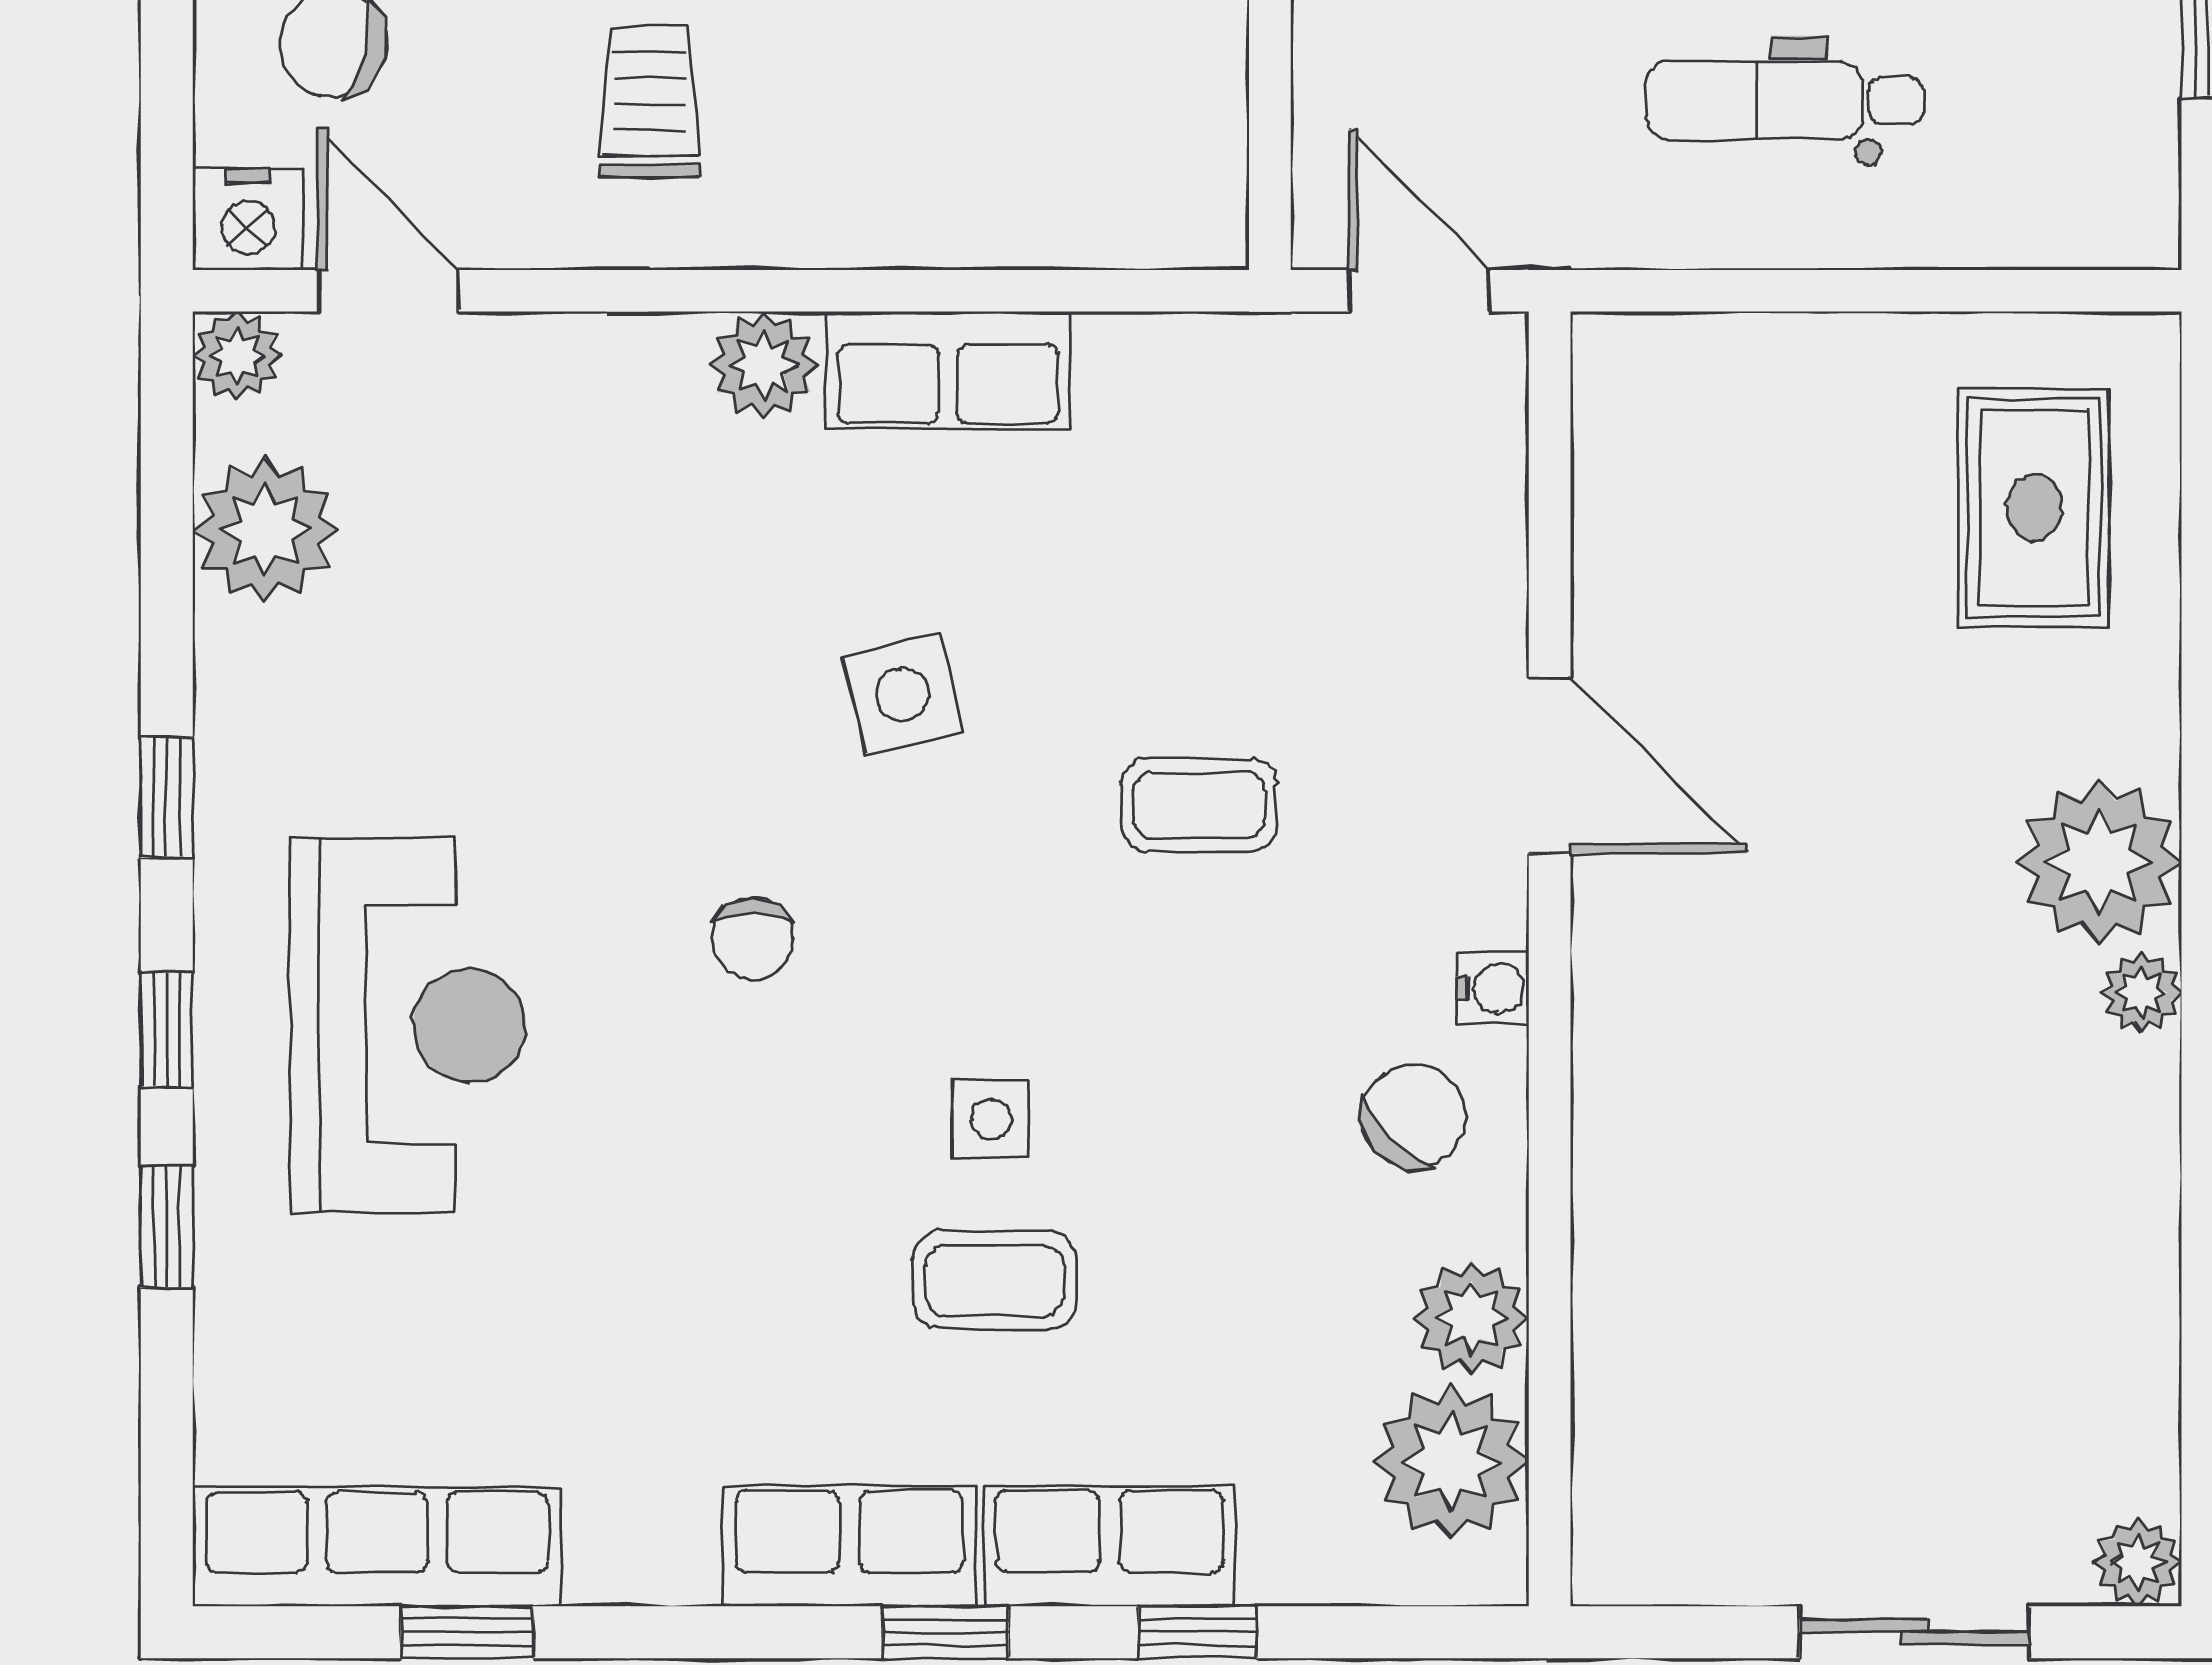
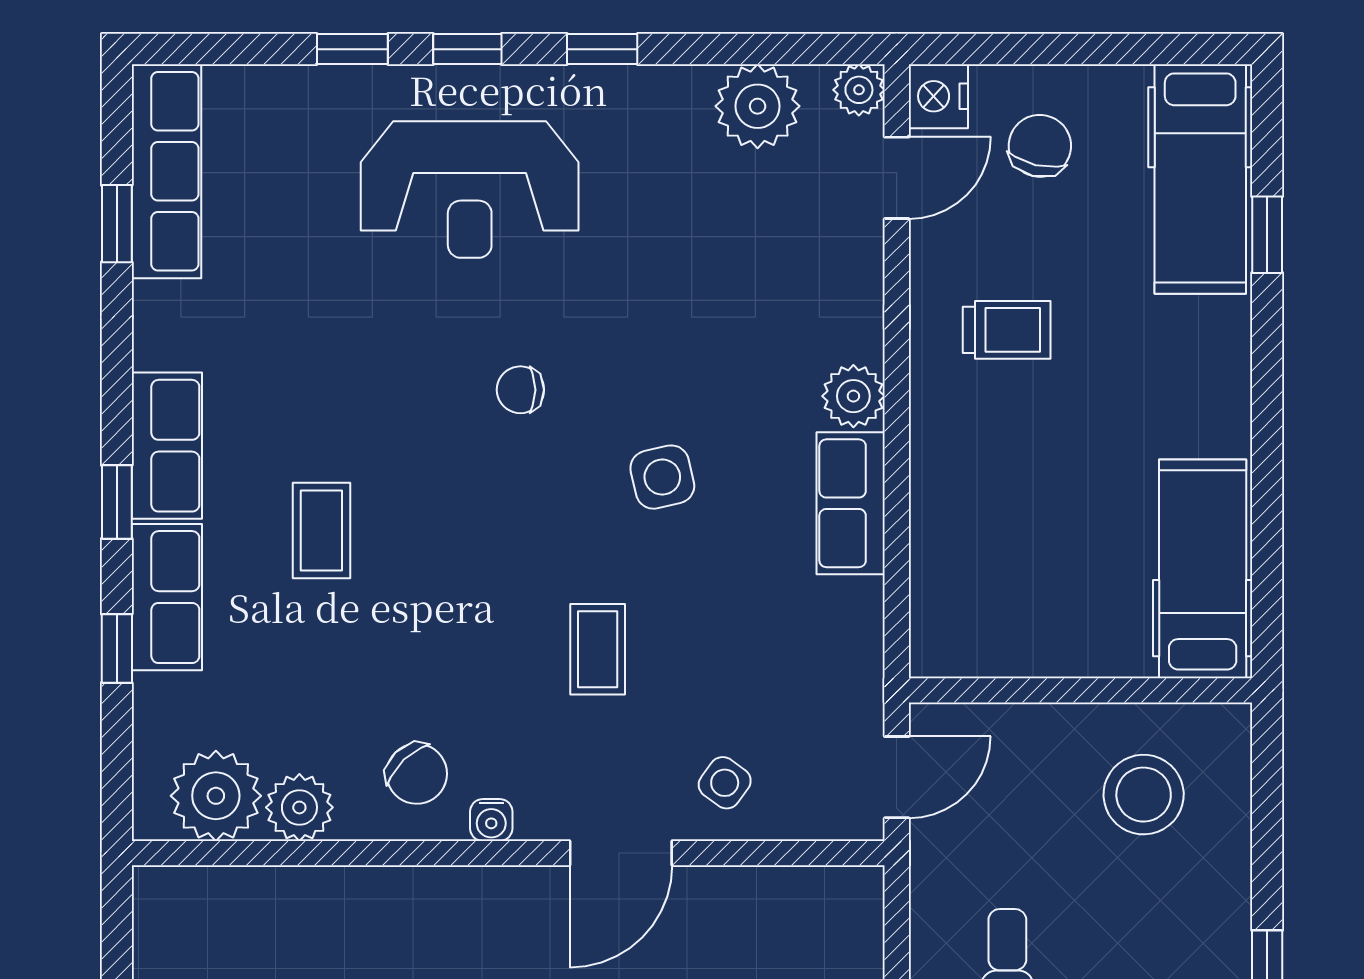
side table: (991, 1119) -> (725, 783), moved, turned 36

